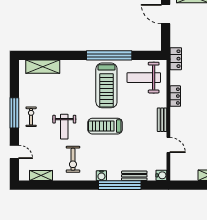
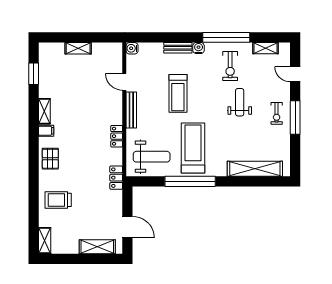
shelving: (43, 67) -> (255, 169), width x1.47
bench: (162, 120) -> (131, 110), width x1.36
treadmill: (105, 126) -> (178, 93), moved, turned 90
exercise bike: (73, 159) -> (230, 66), turned 180
bench: (134, 176) -> (178, 48), moved
window: (120, 185) -> (226, 37), moved

